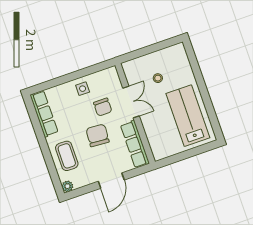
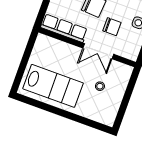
chair: (103, 107) -> (112, 27), turned 180

